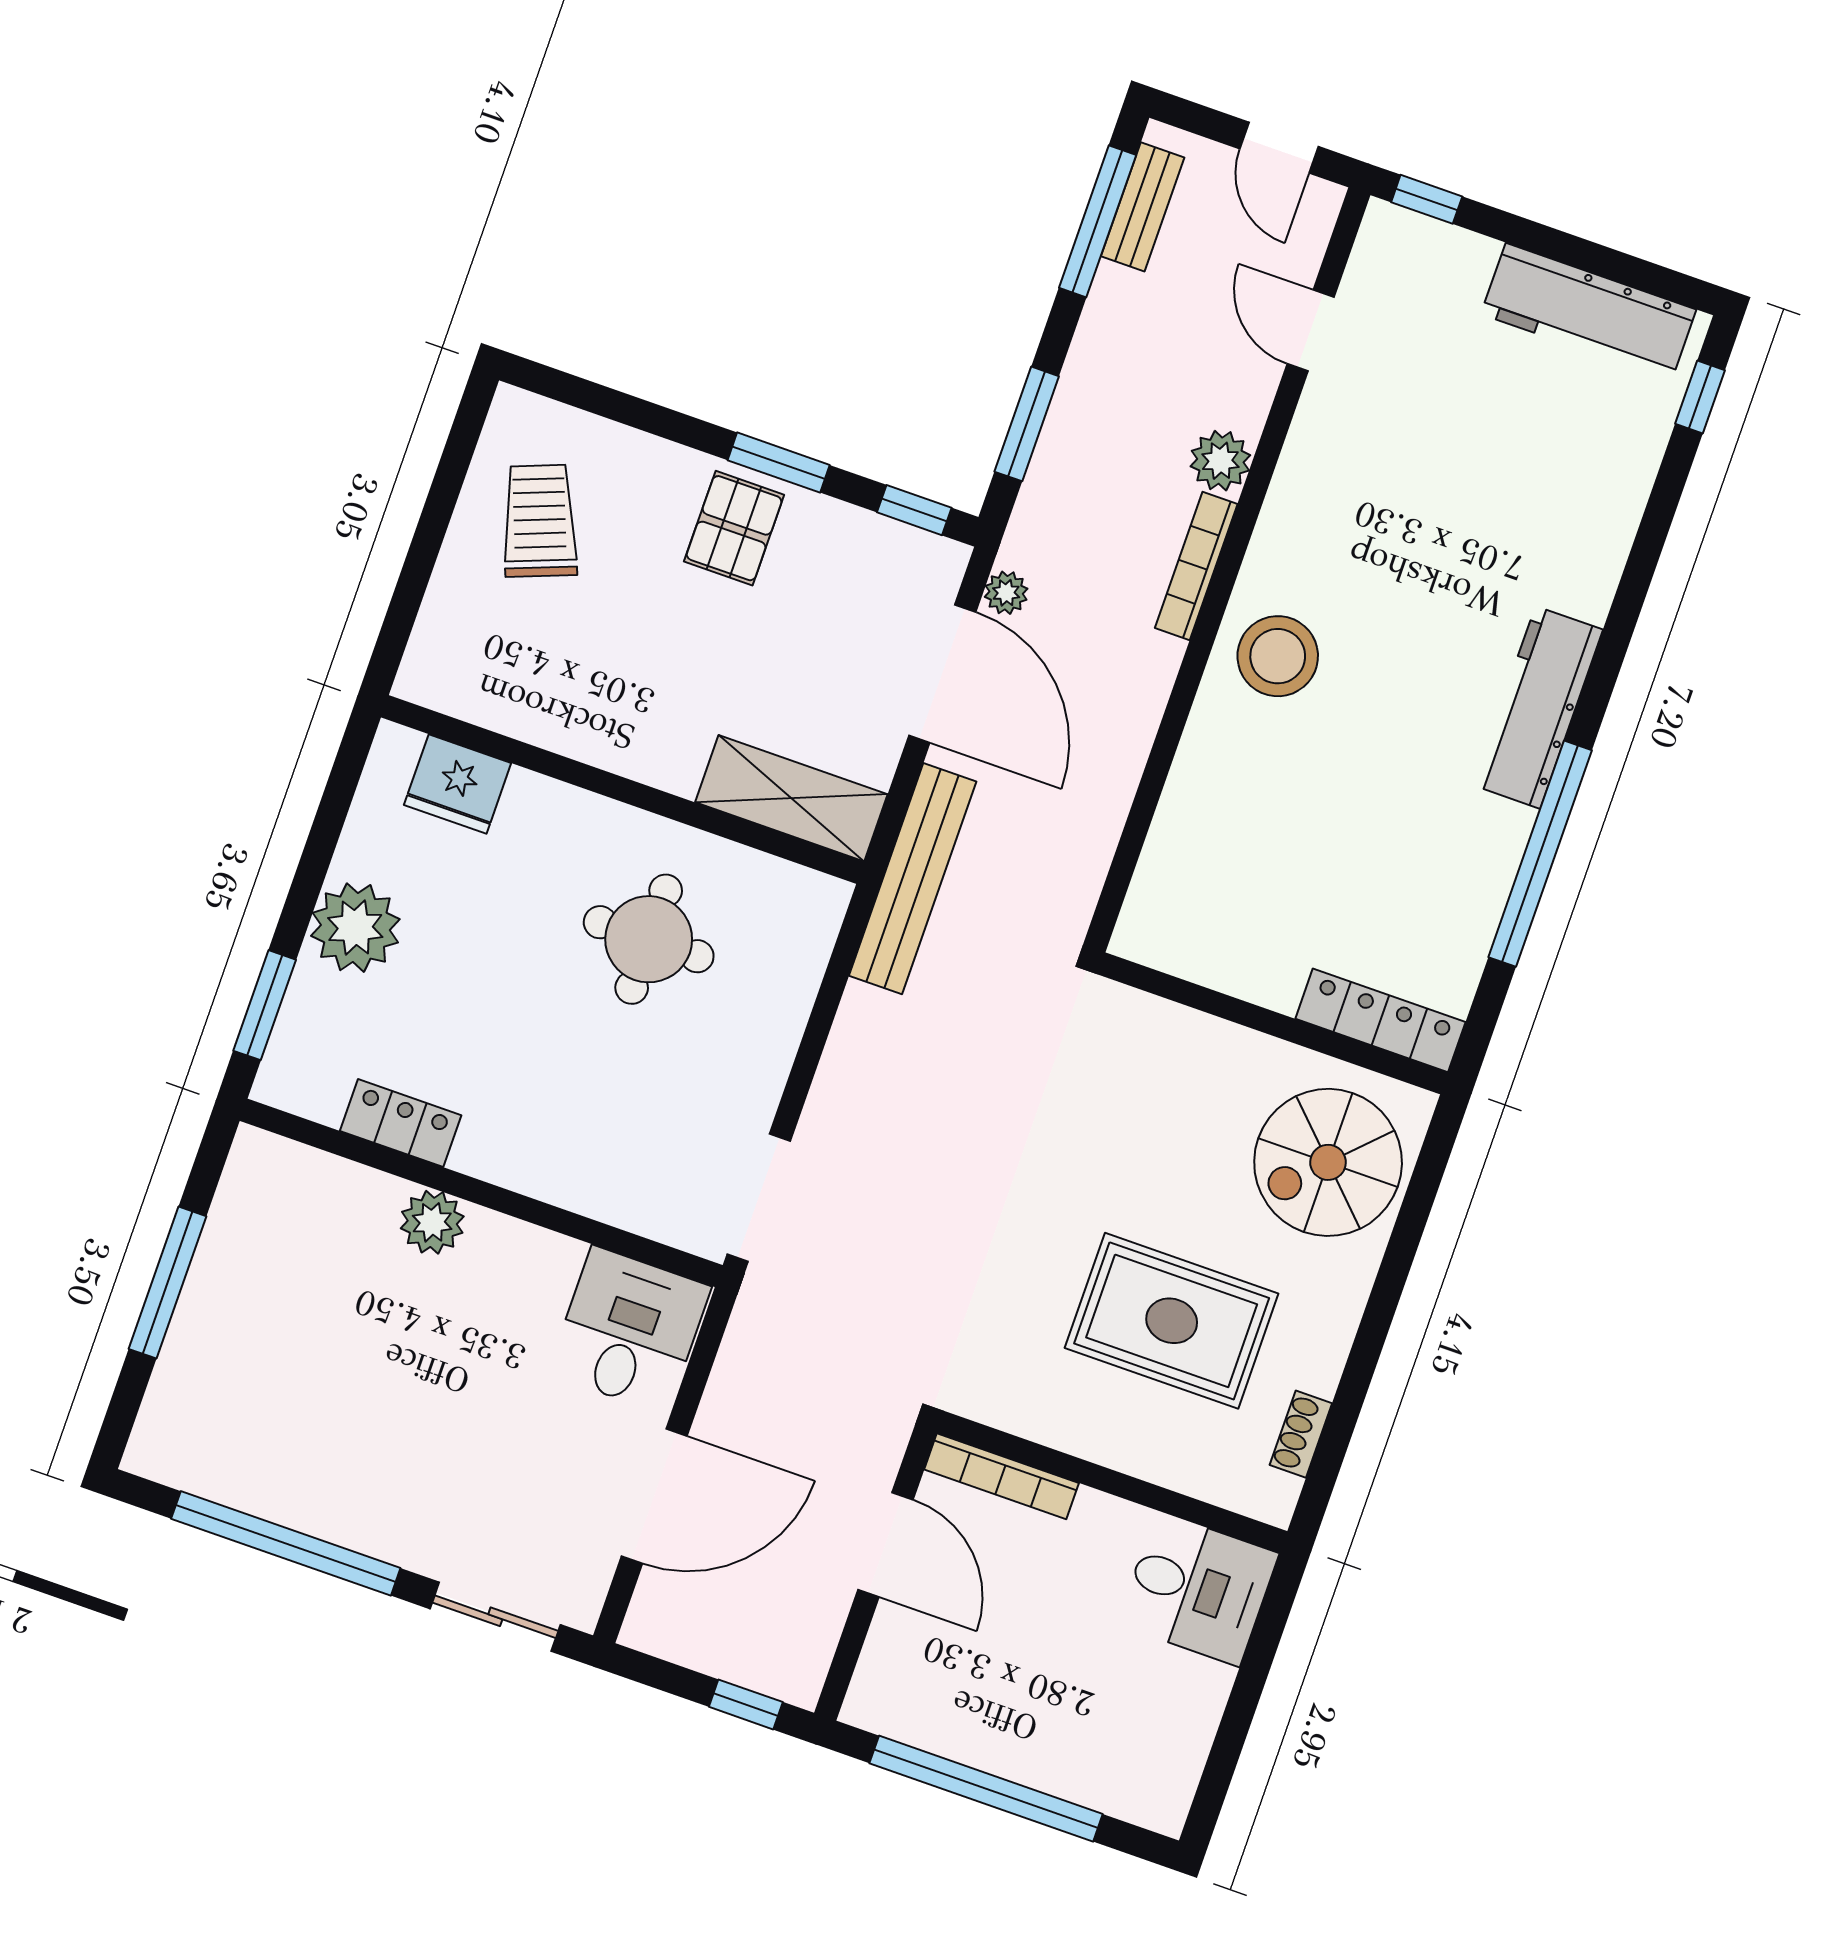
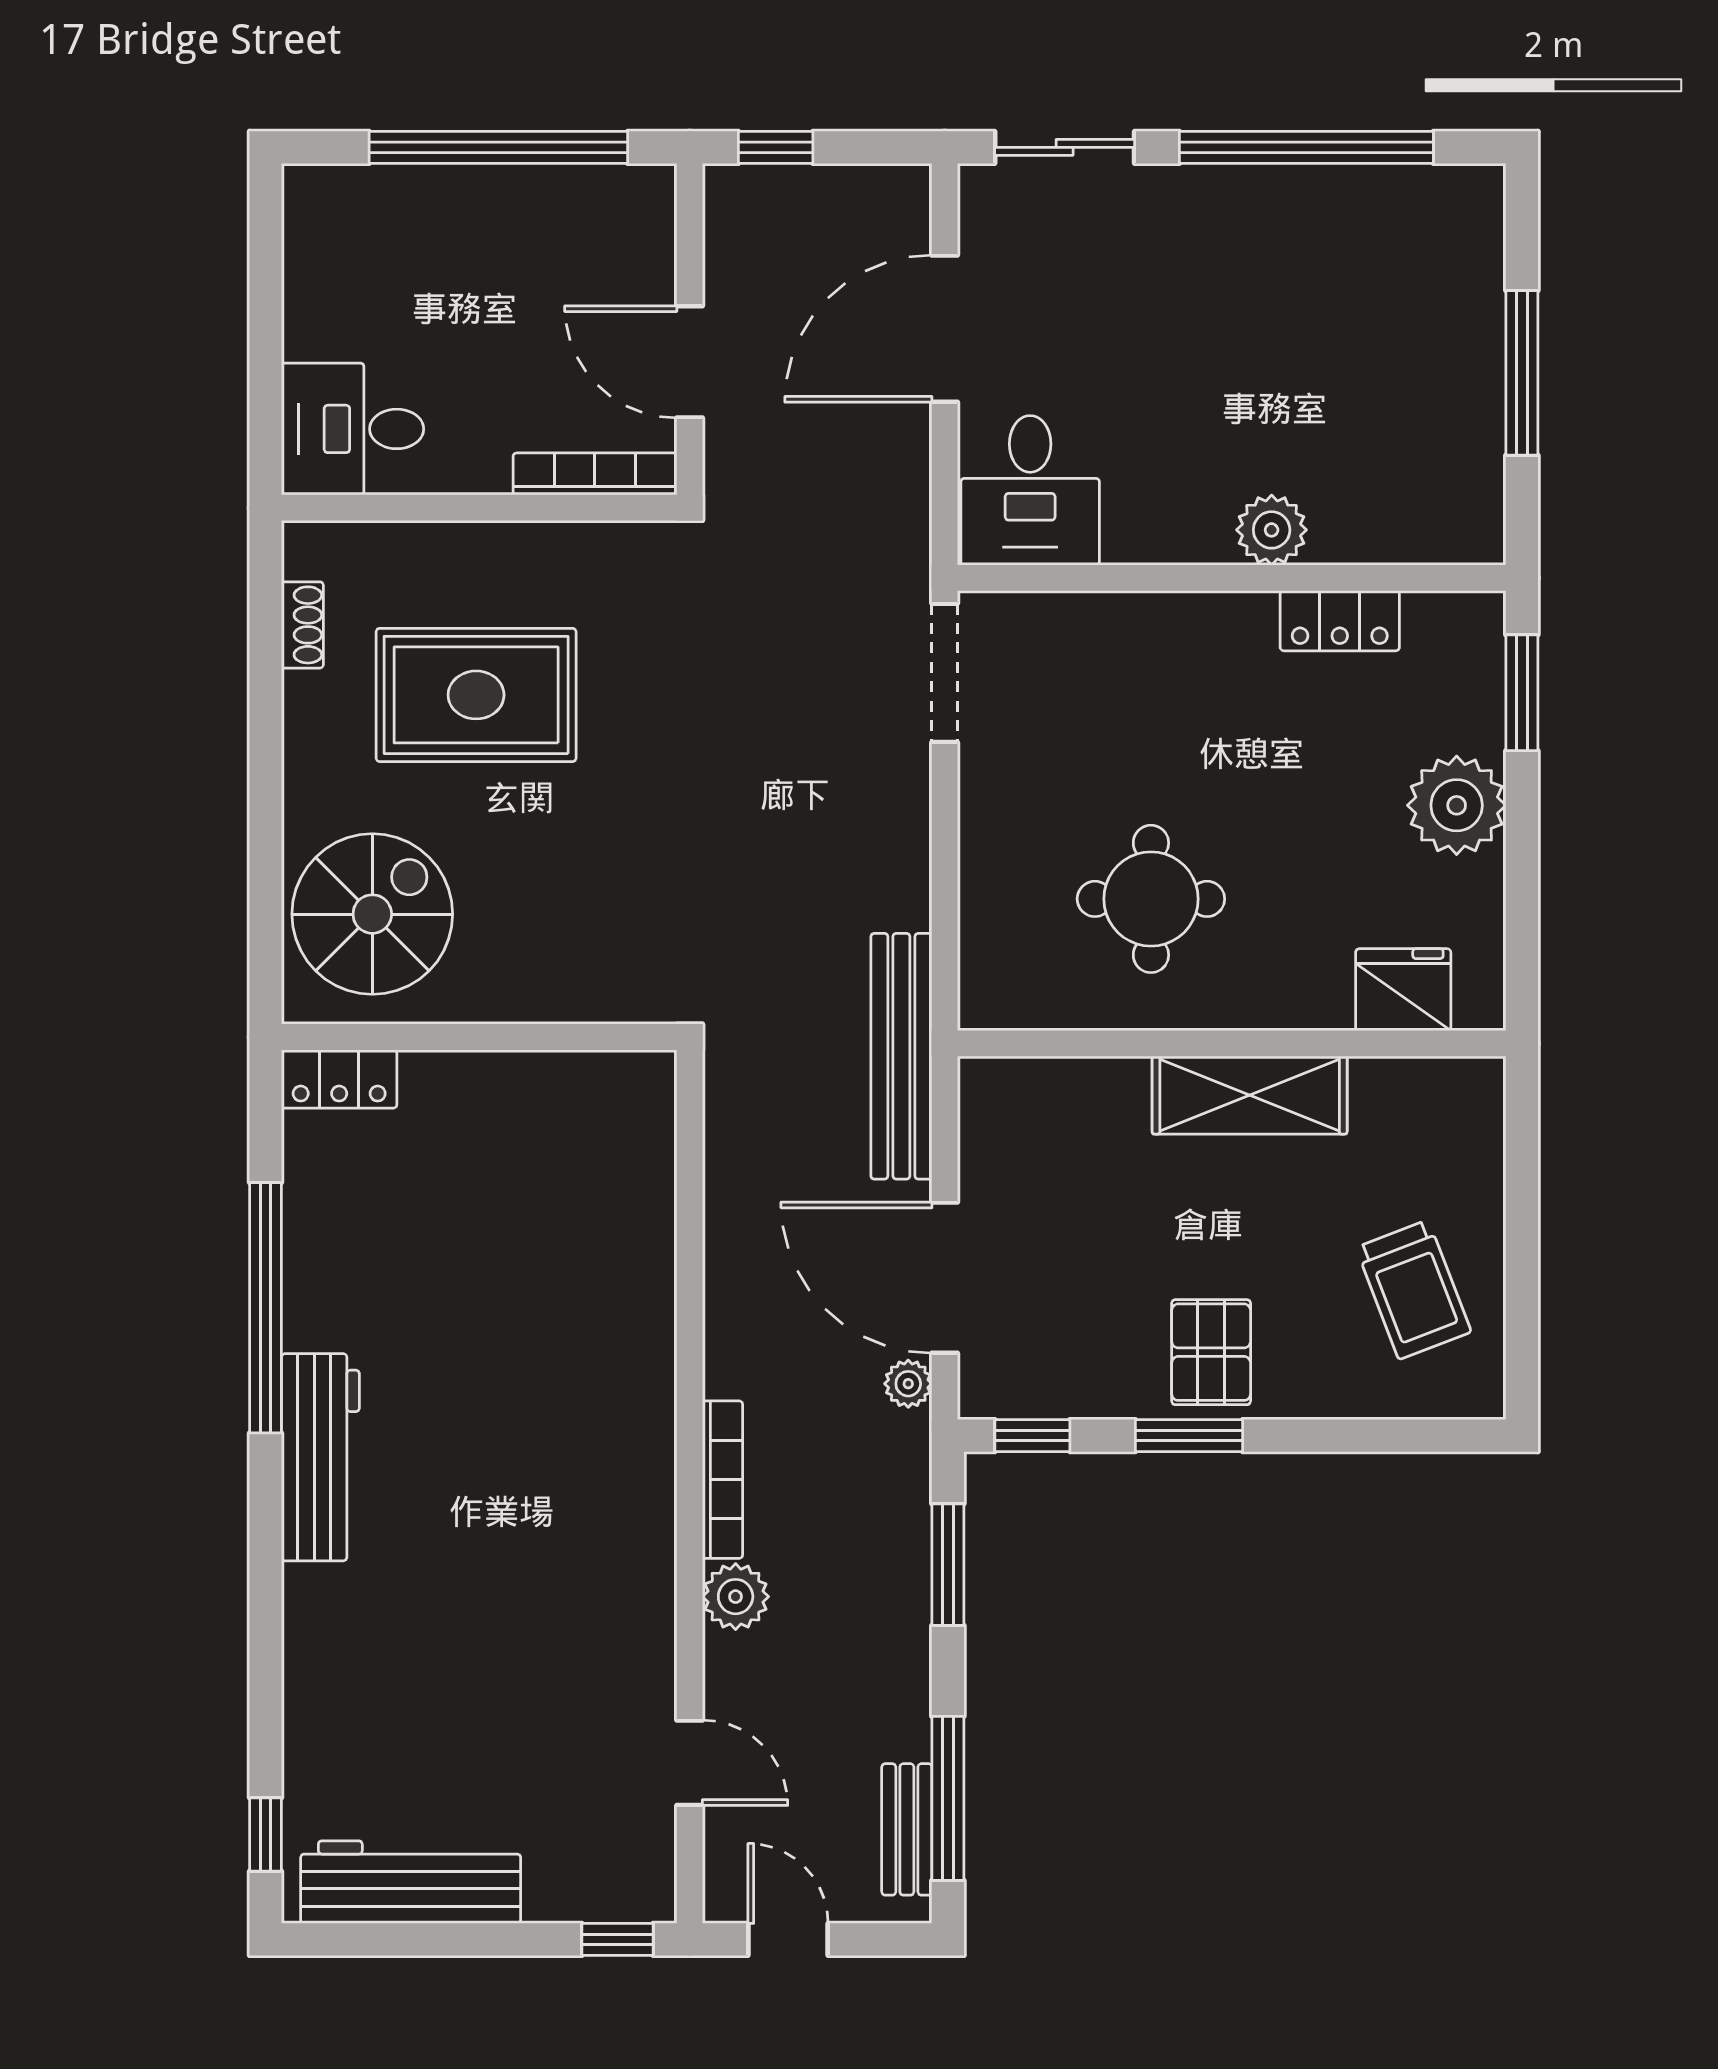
stool: (1278, 656) -> (606, 1416), removed
shelving: (791, 798) -> (1250, 1095), moved
locker: (1380, 1020) -> (339, 1079), width x0.66

